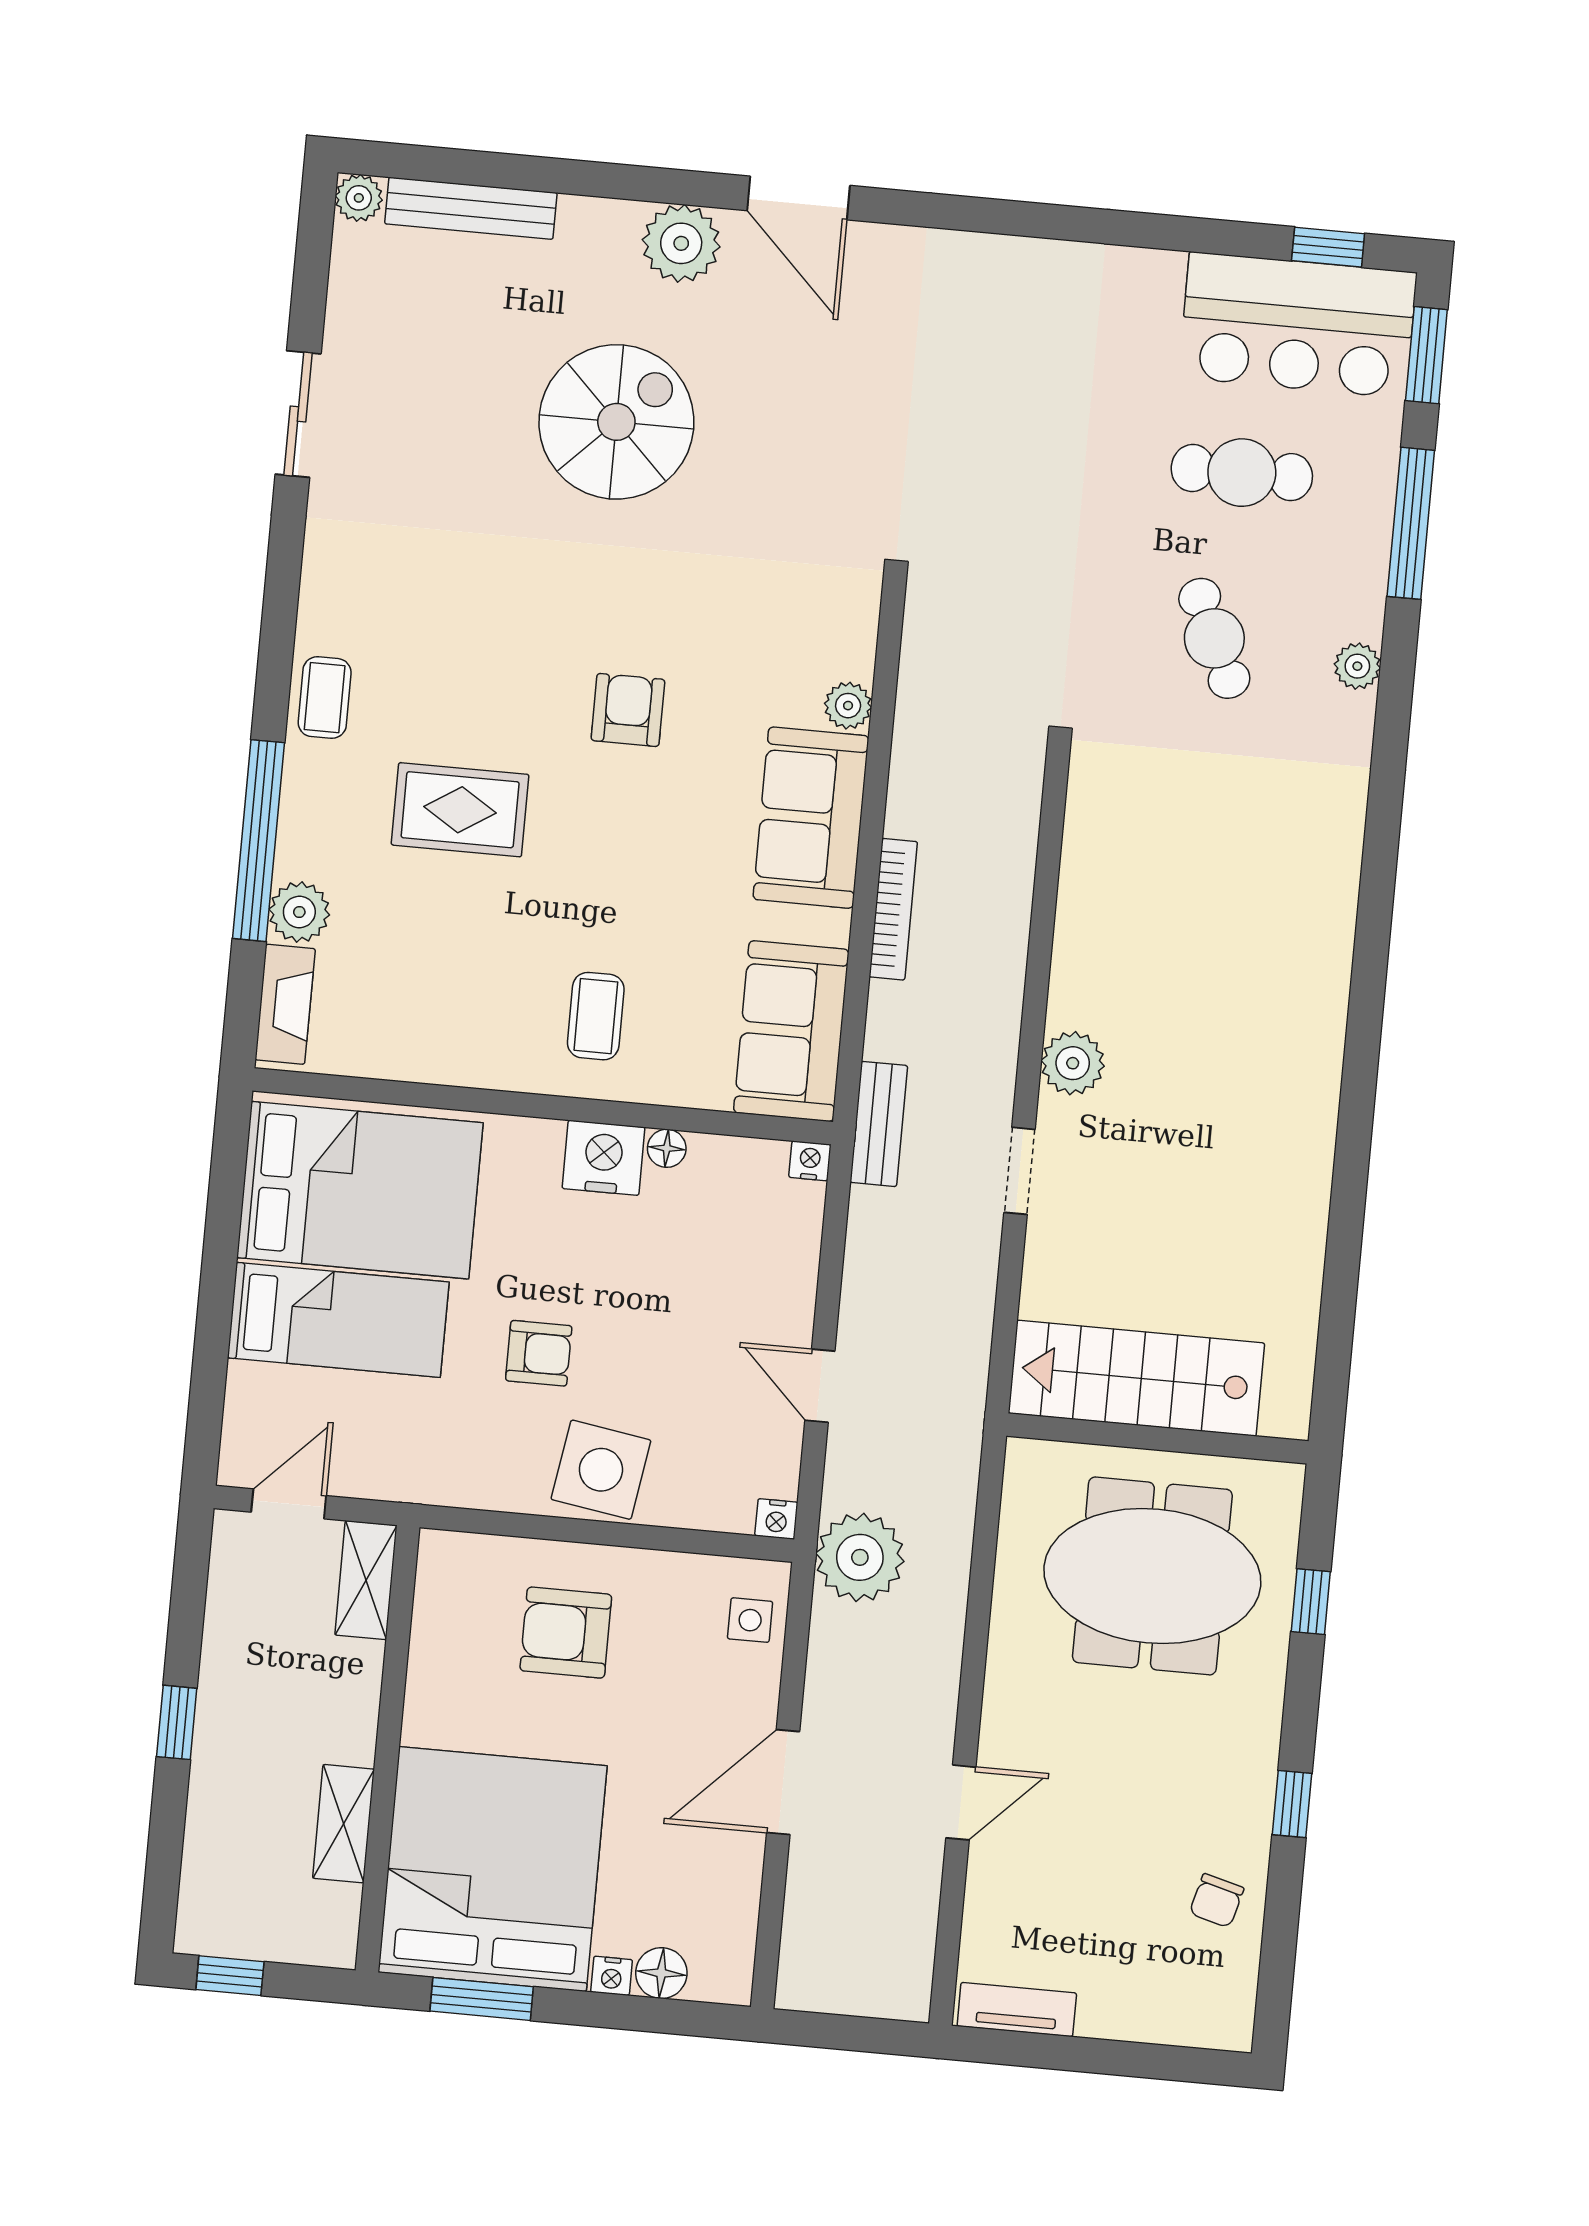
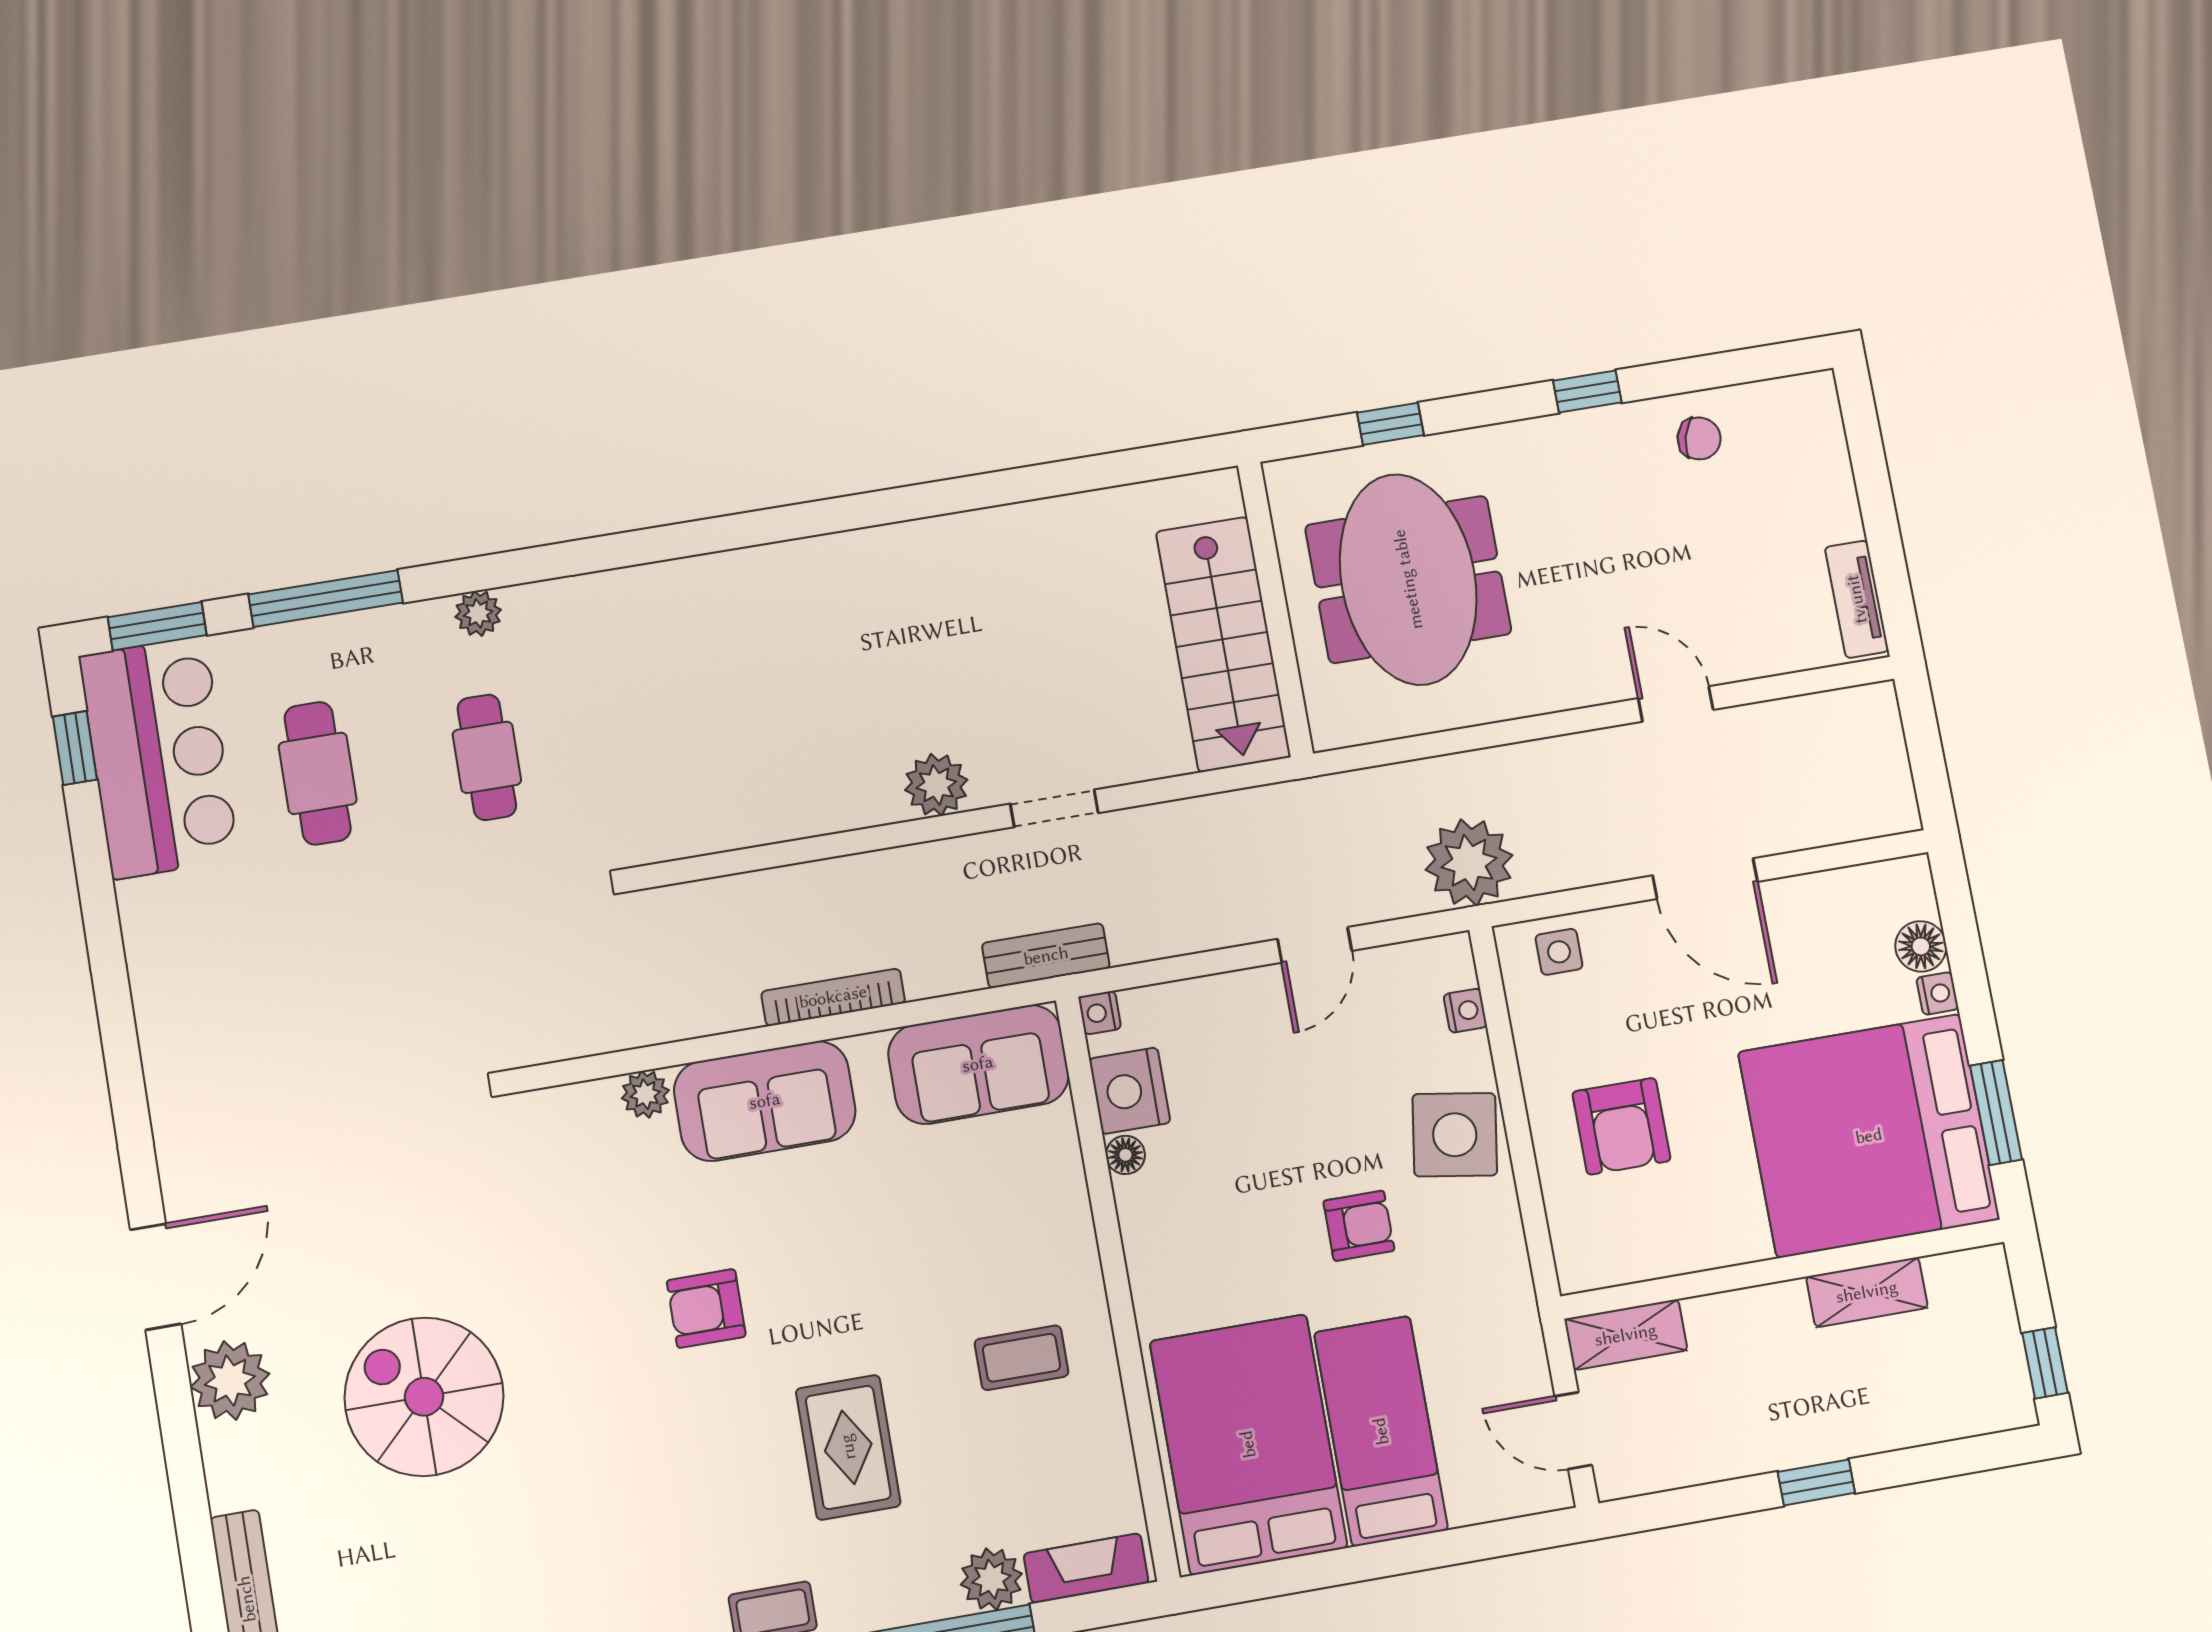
cafe table: (1214, 638) -> (487, 757), turned -65
coffee table: (596, 1016) -> (1021, 1358), moved
nightstand: (603, 1158) -> (1130, 1091), moved
armchair: (539, 1353) -> (1359, 1226), turned 90
nightstand: (776, 1519) -> (1465, 1011), moved

